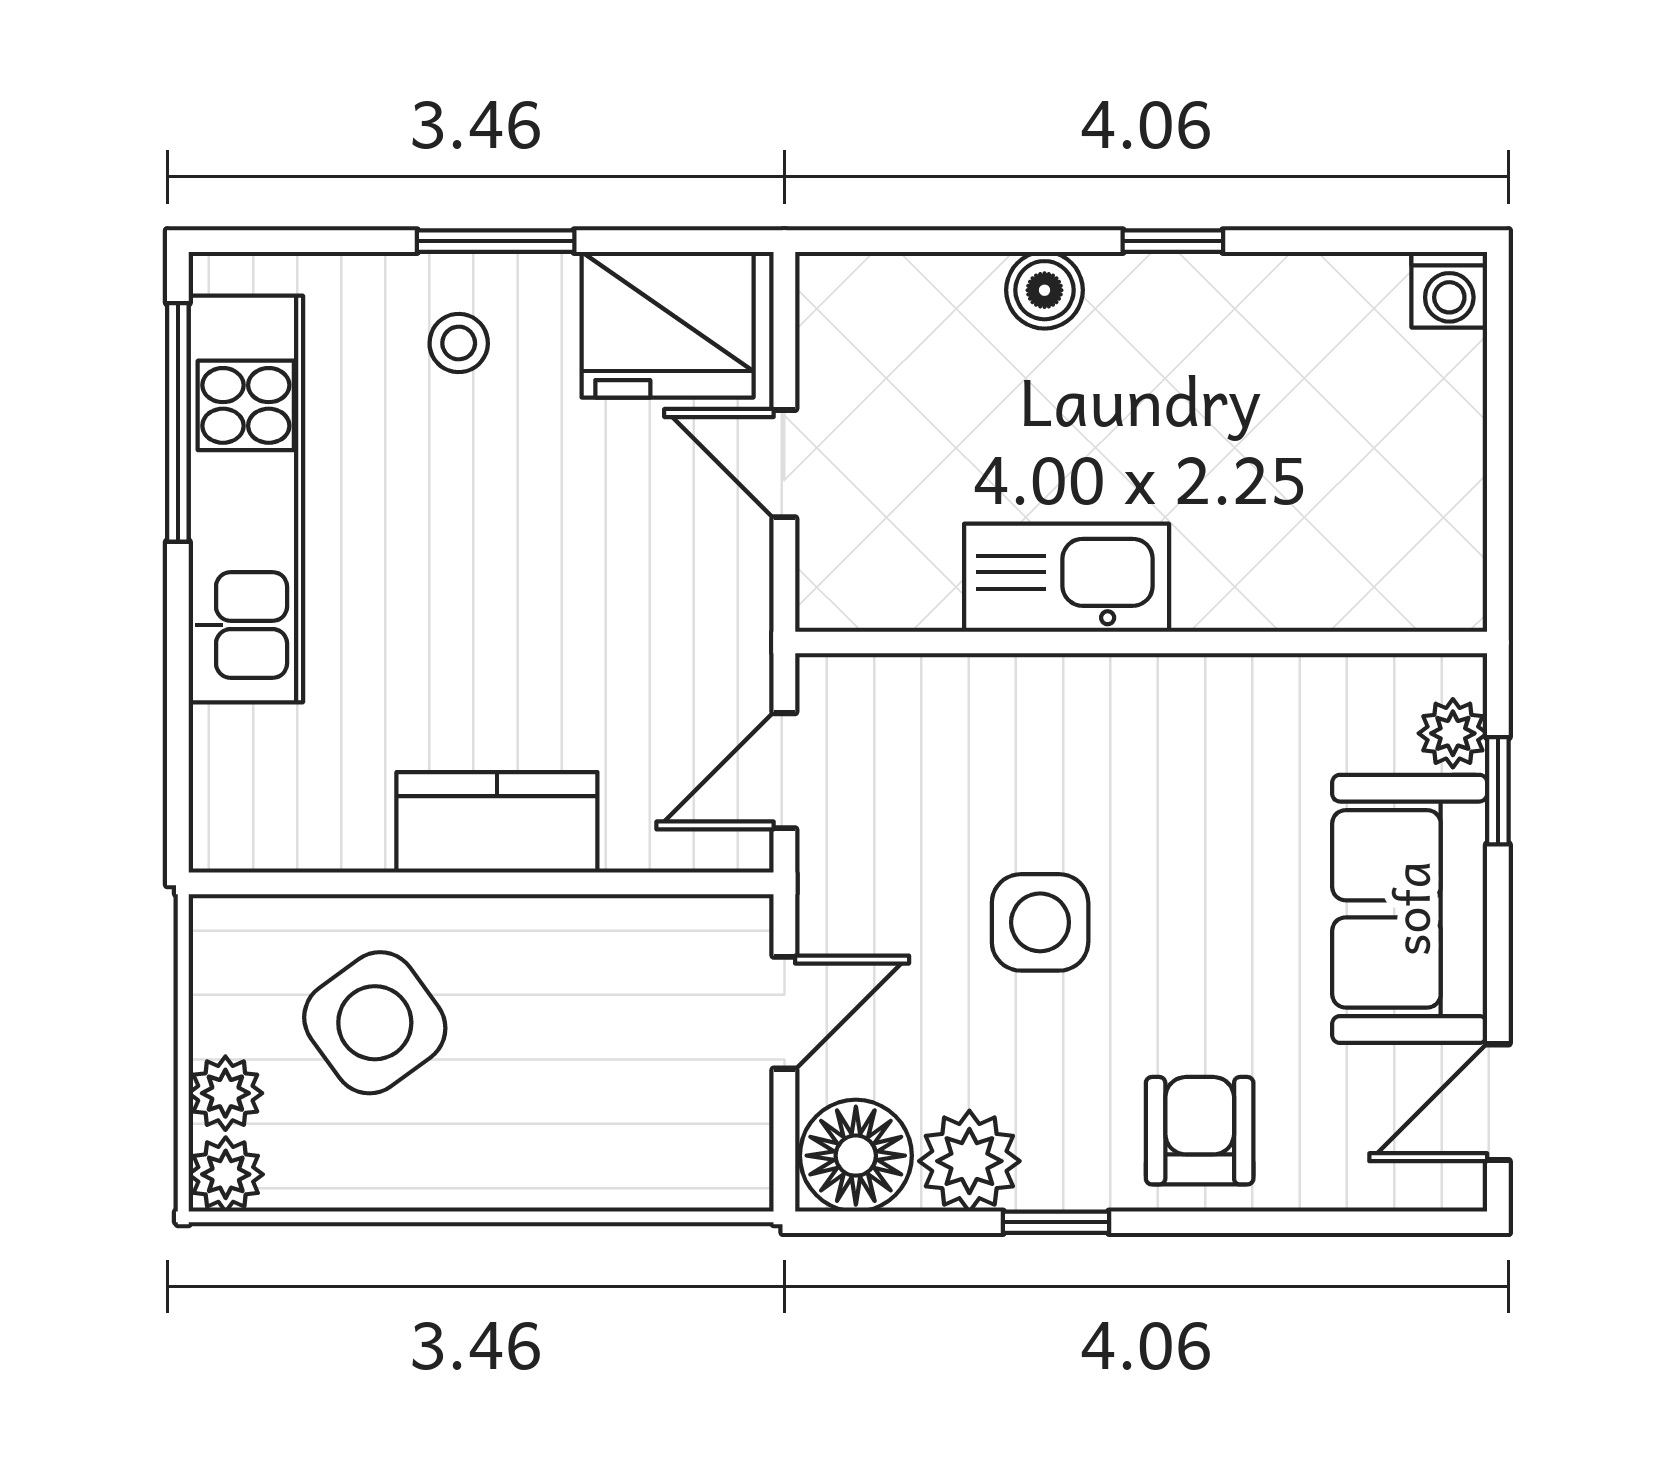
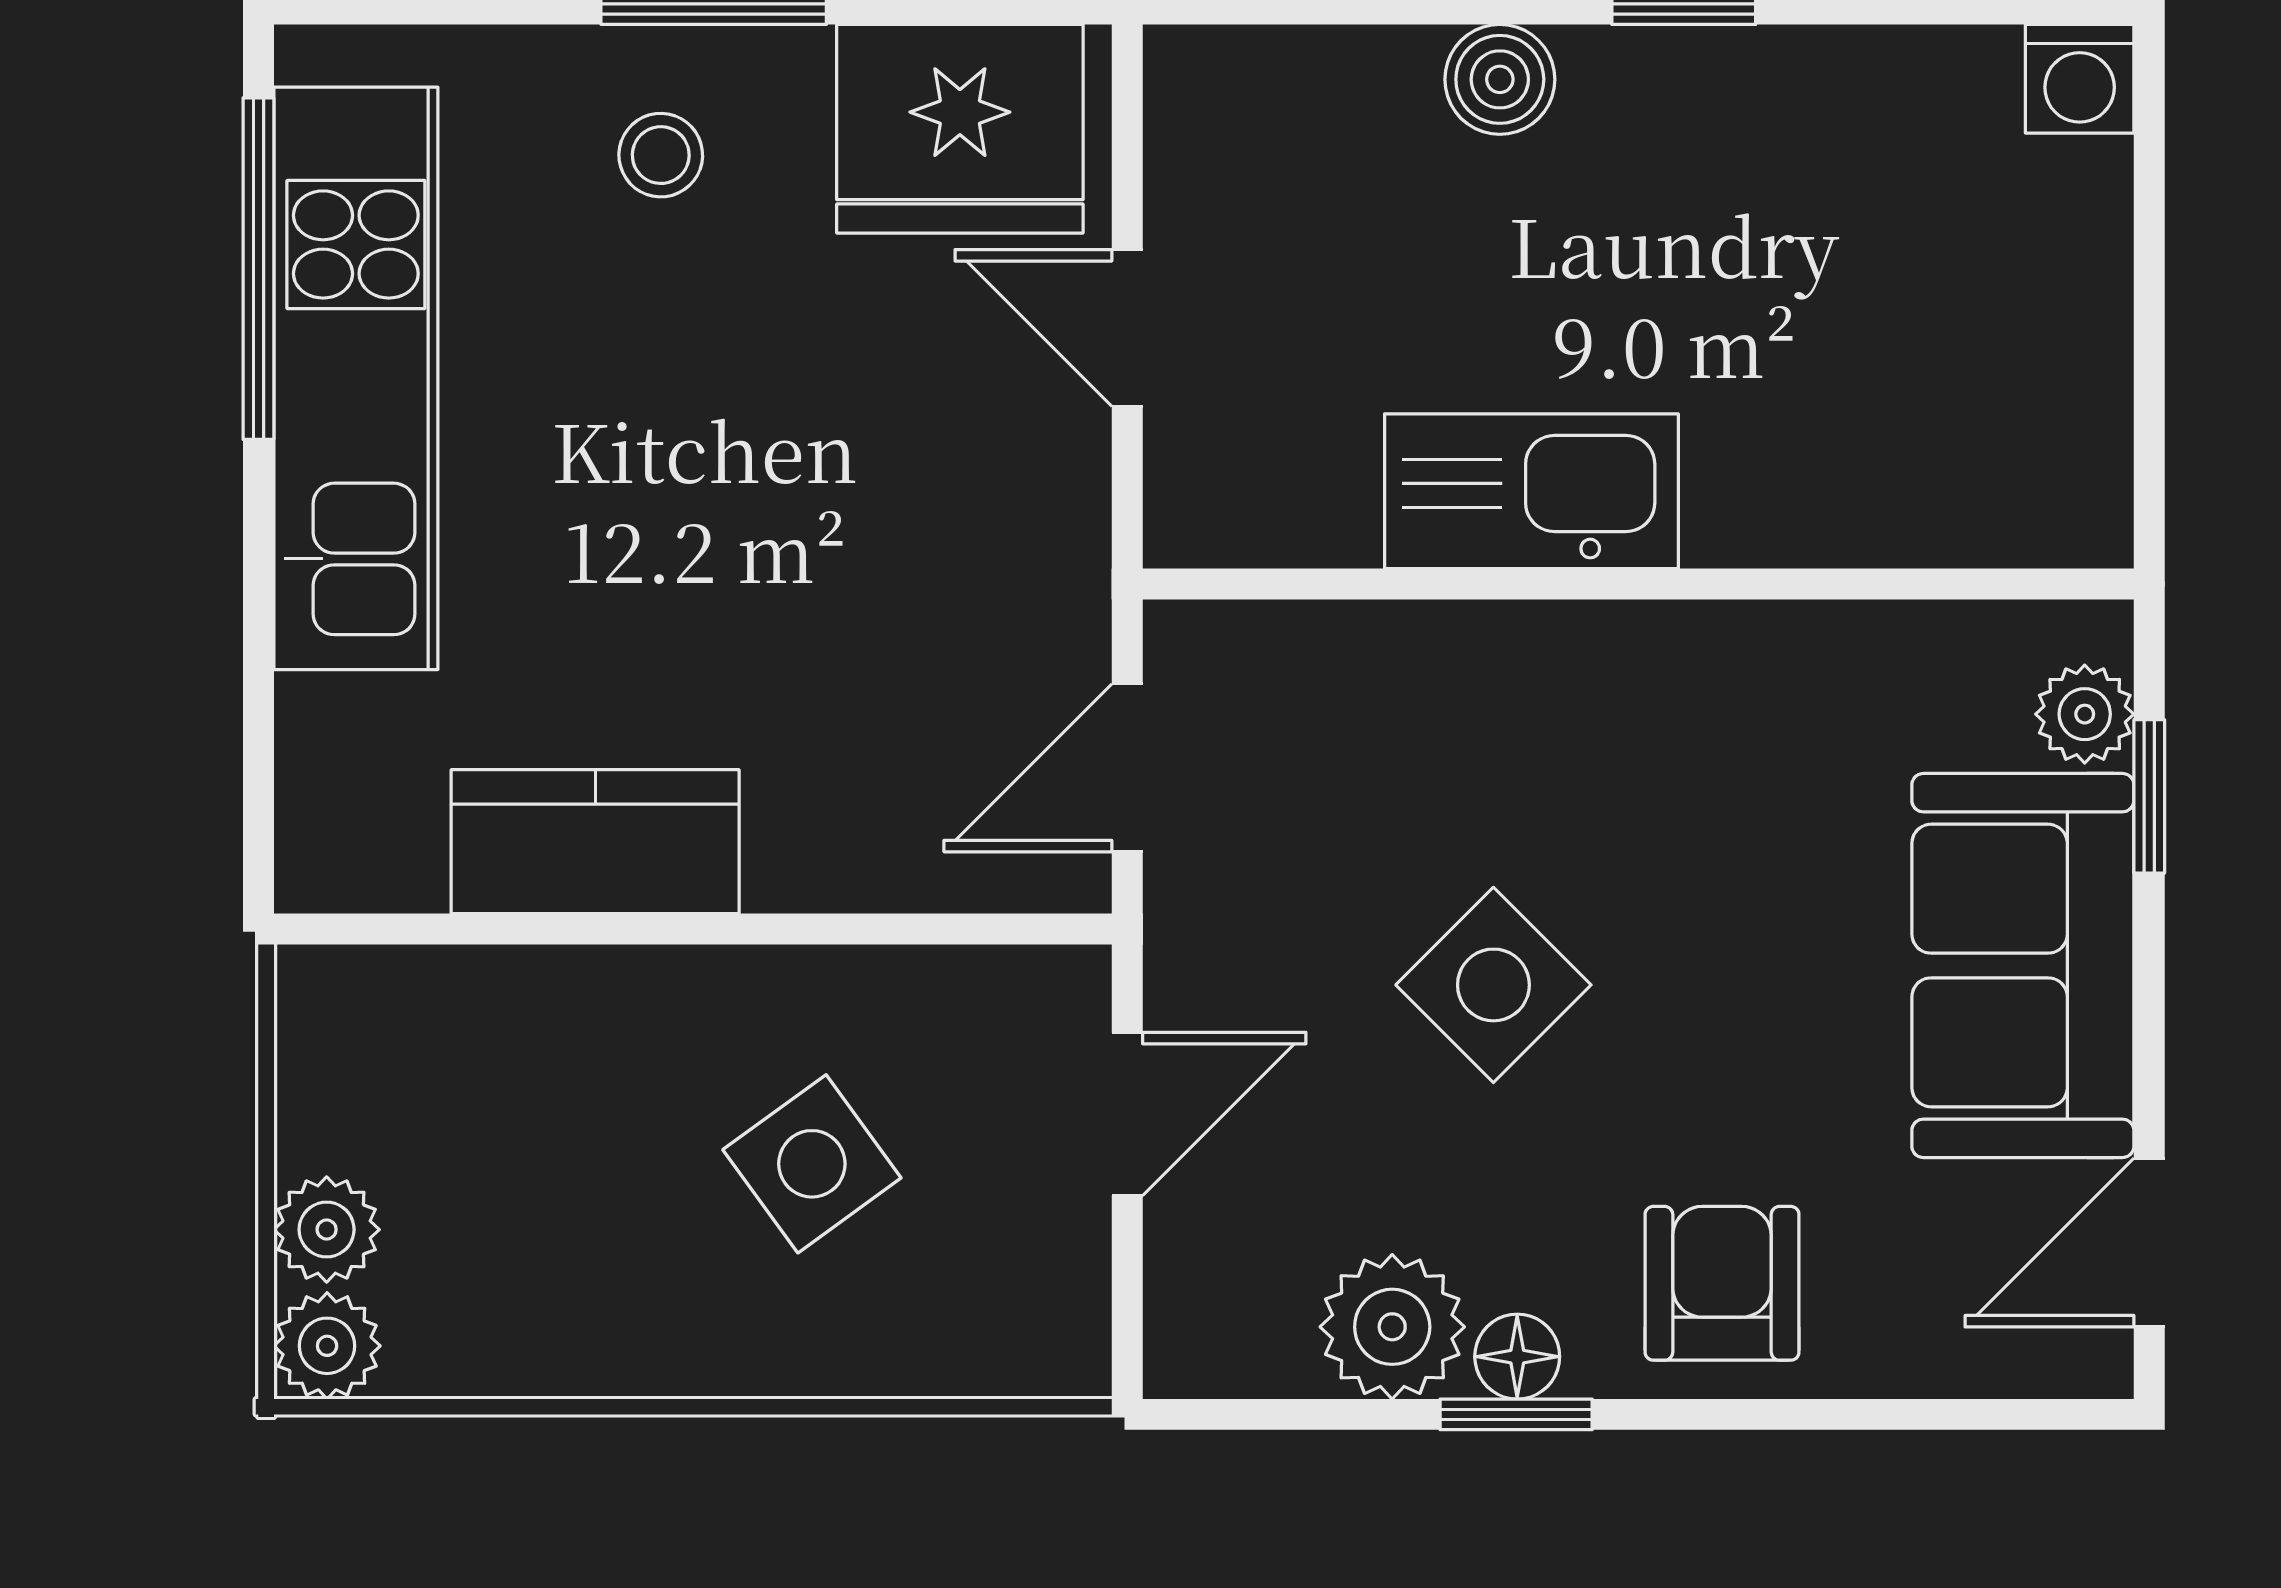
kitchen counter: (497, 822) -> (595, 842), moved
side table: (1040, 922) -> (1493, 985), turned 45
side table: (375, 1023) -> (812, 1164), moved, width x0.73, depth x0.73
floor lamp: (856, 1156) -> (1517, 1357), moved, width x0.53, depth x0.53

